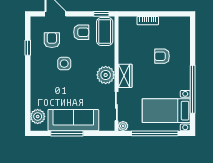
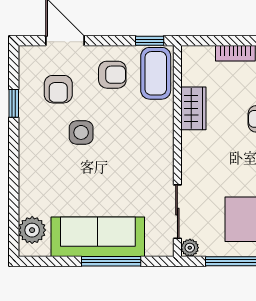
armchair: (52, 40) -> (58, 89), turned 180
plant: (106, 75) -> (157, 154), removed
wardrobe: (125, 76) -> (193, 108), moved
window: (67, 133) -> (111, 261), moved

